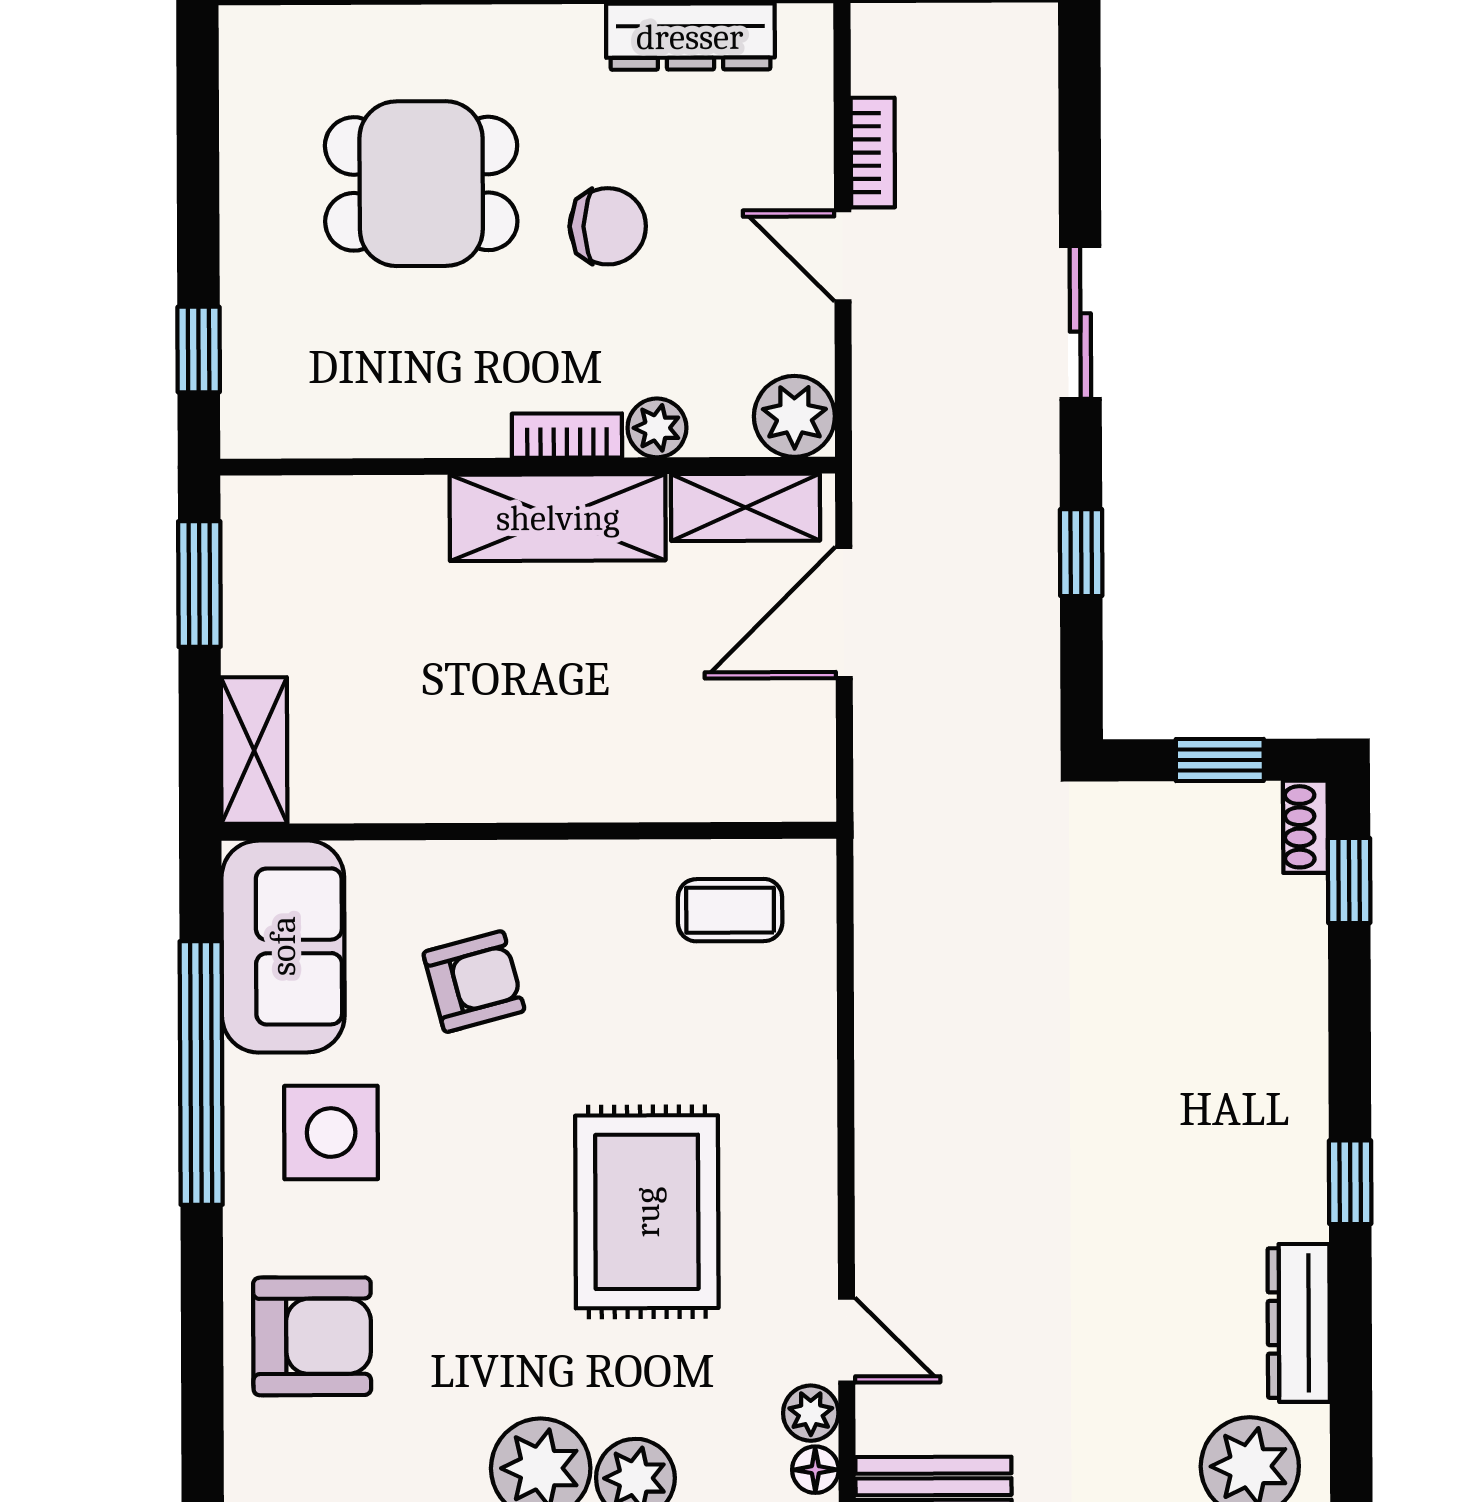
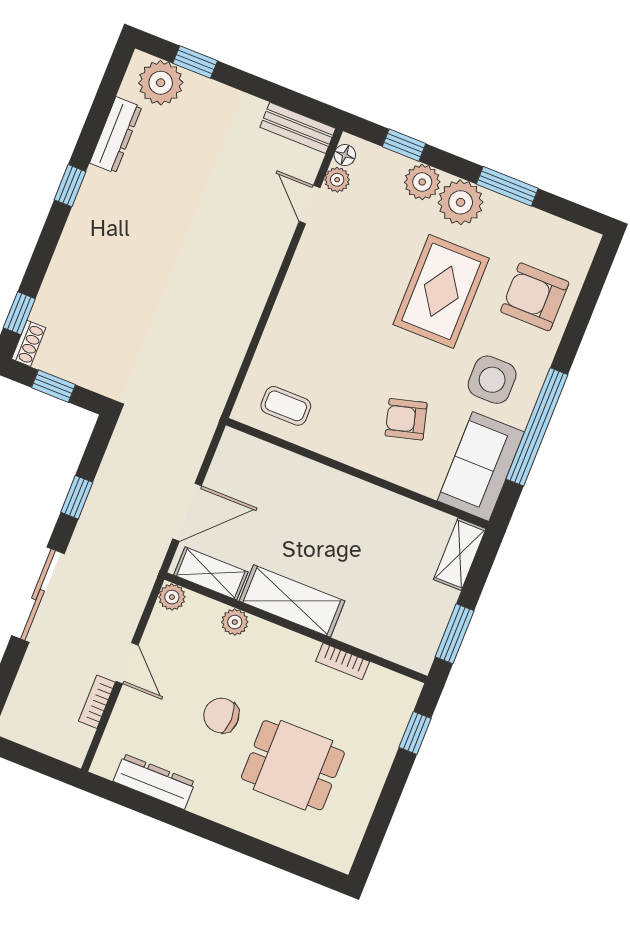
sliding door: (1080, 322) -> (38, 595), width x1.37
plant: (794, 416) -> (172, 597), width x0.73, depth x0.73
bookcase: (567, 436) -> (343, 661), moved
rug: (647, 1212) -> (441, 291), moved

